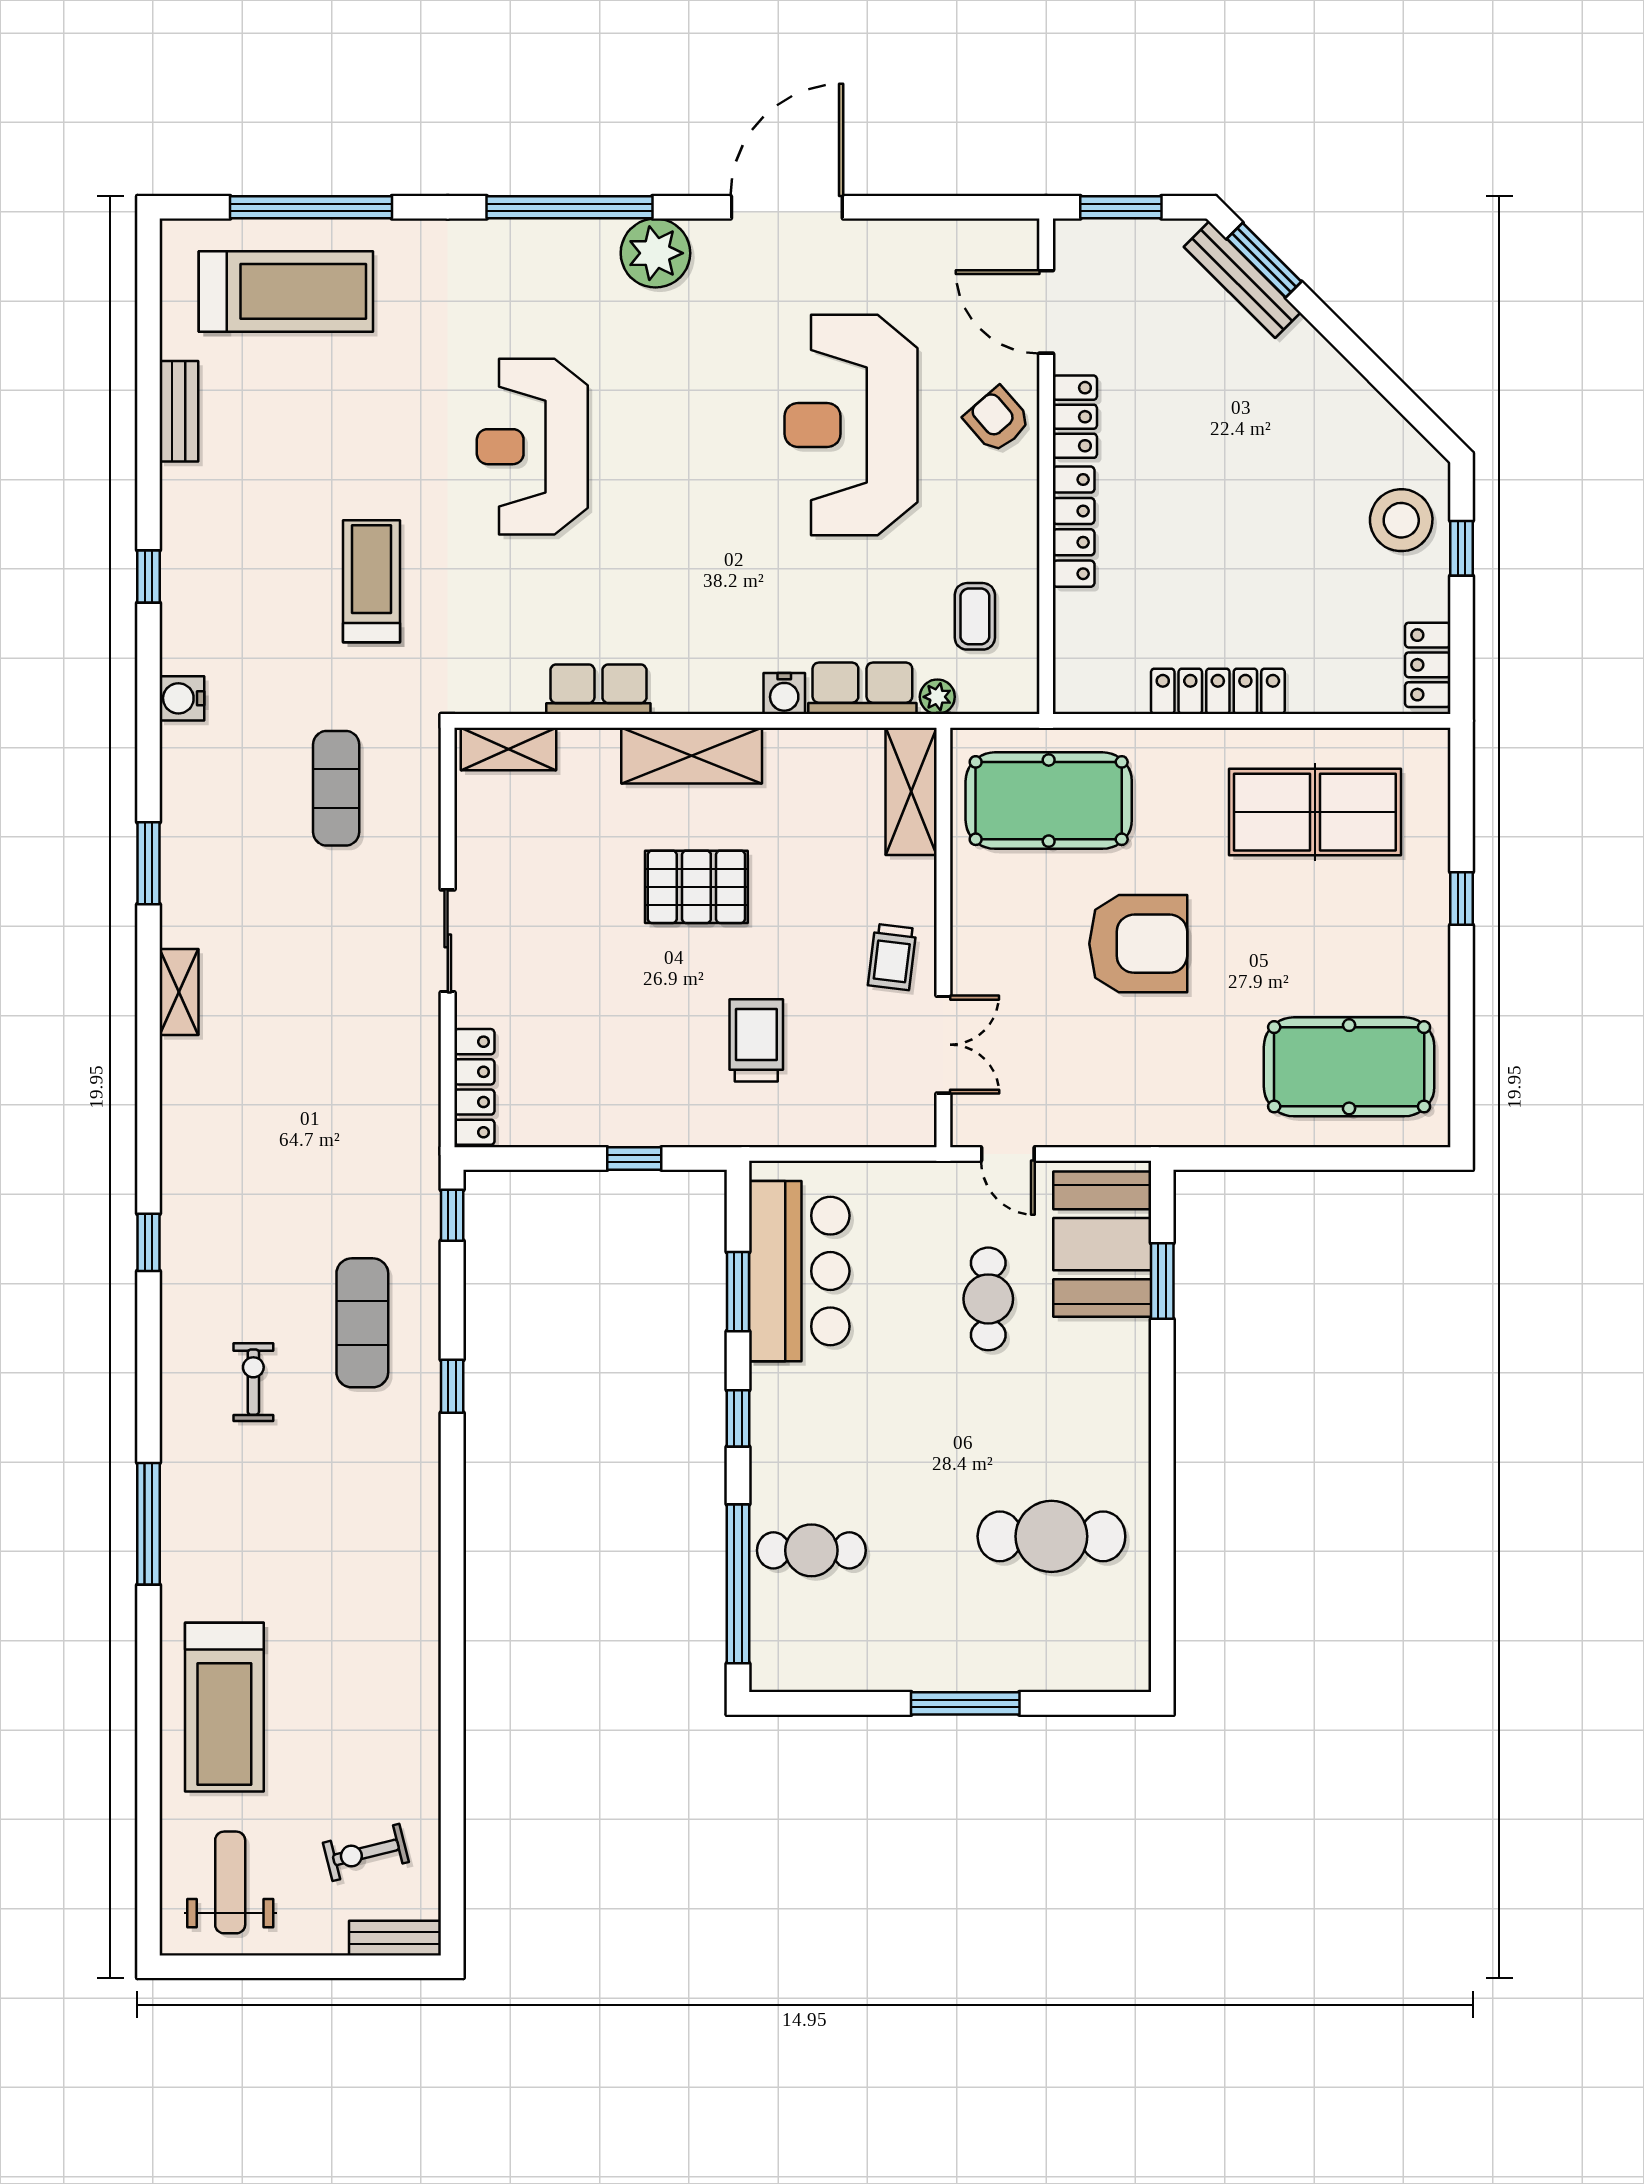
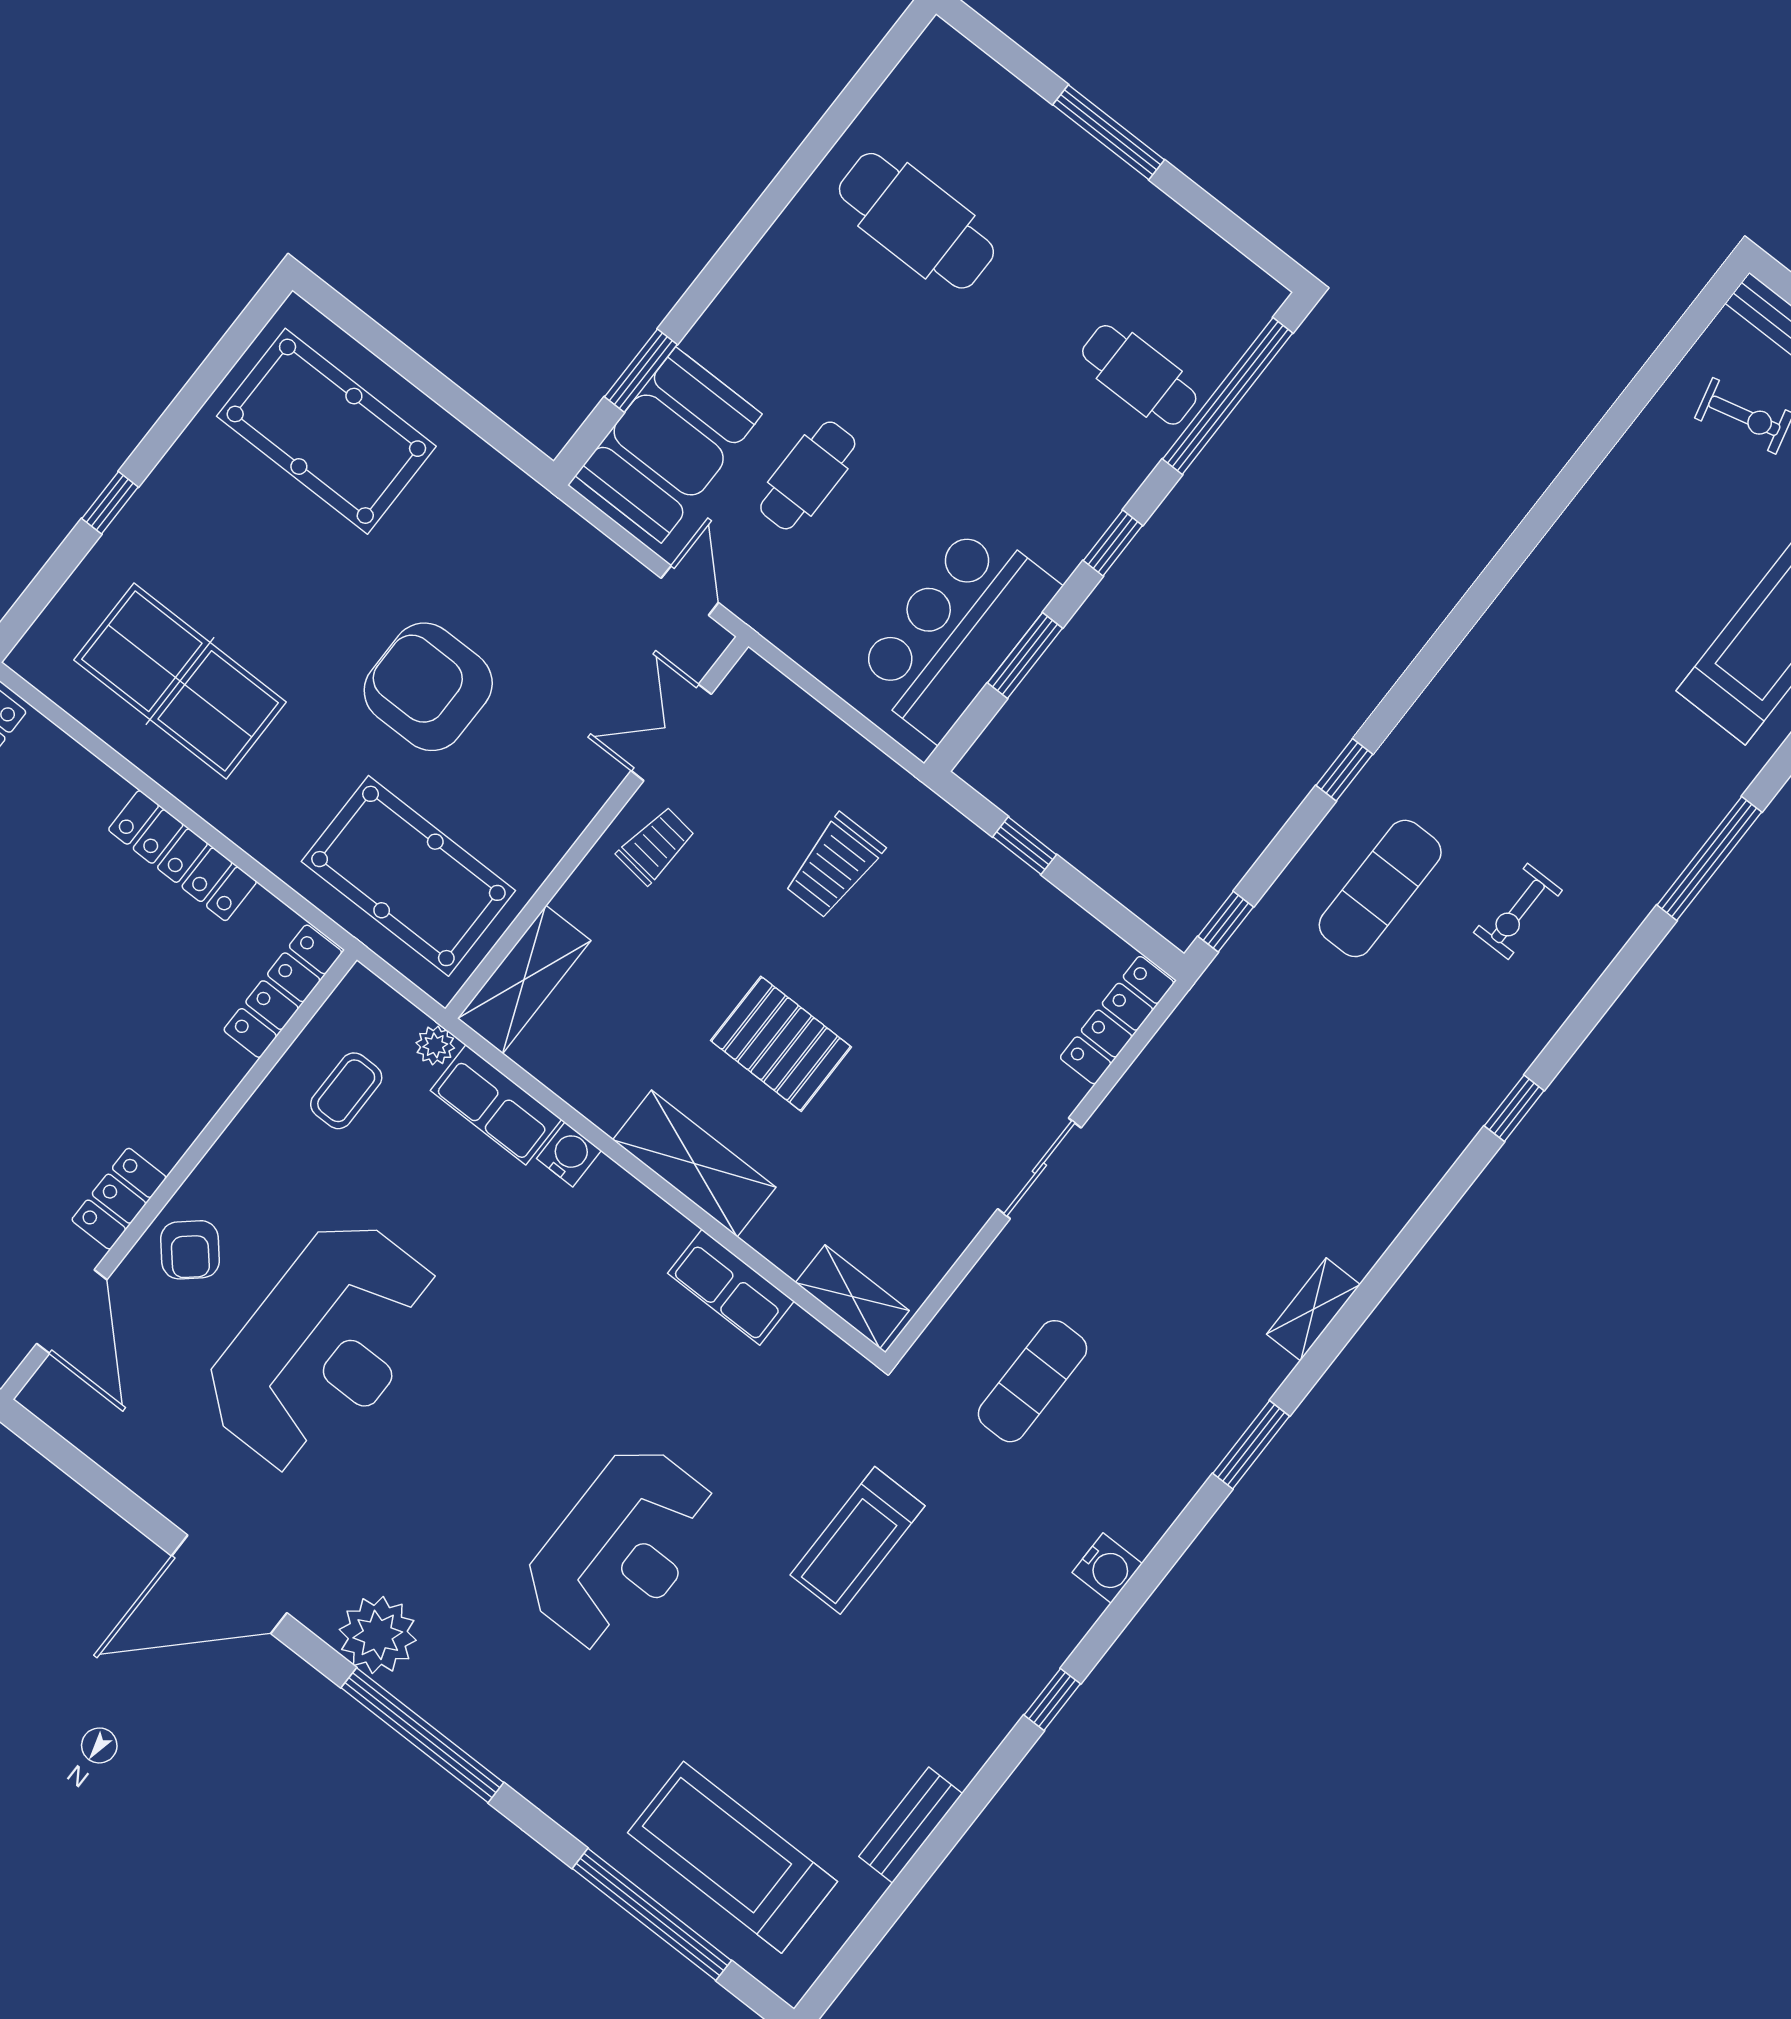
locker: (1074, 527) -> (283, 991), moved

